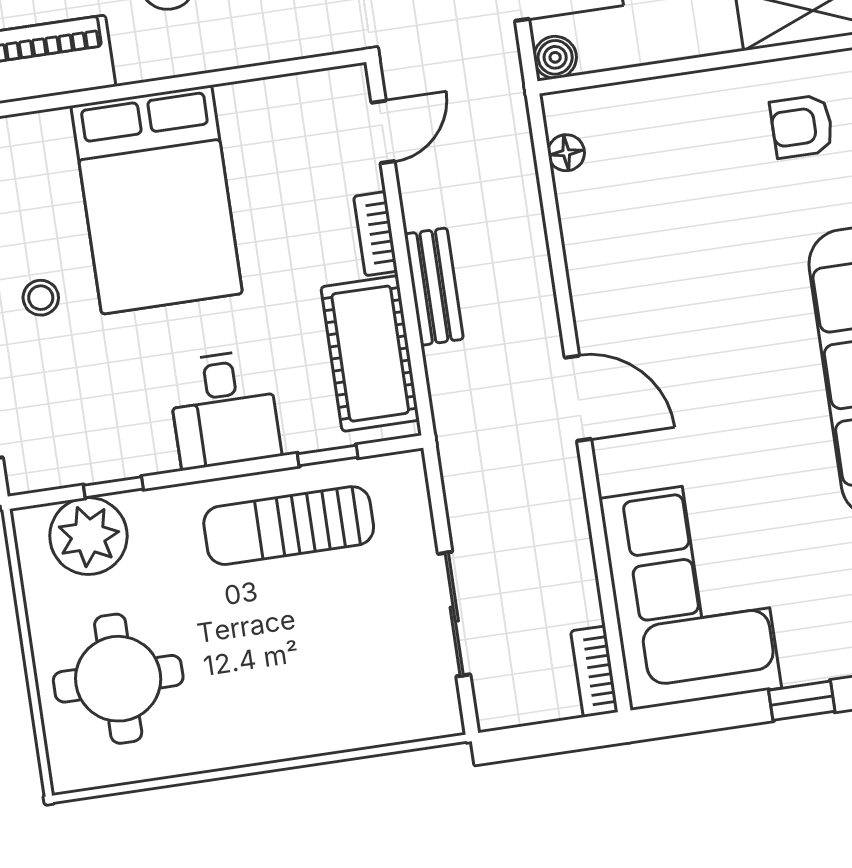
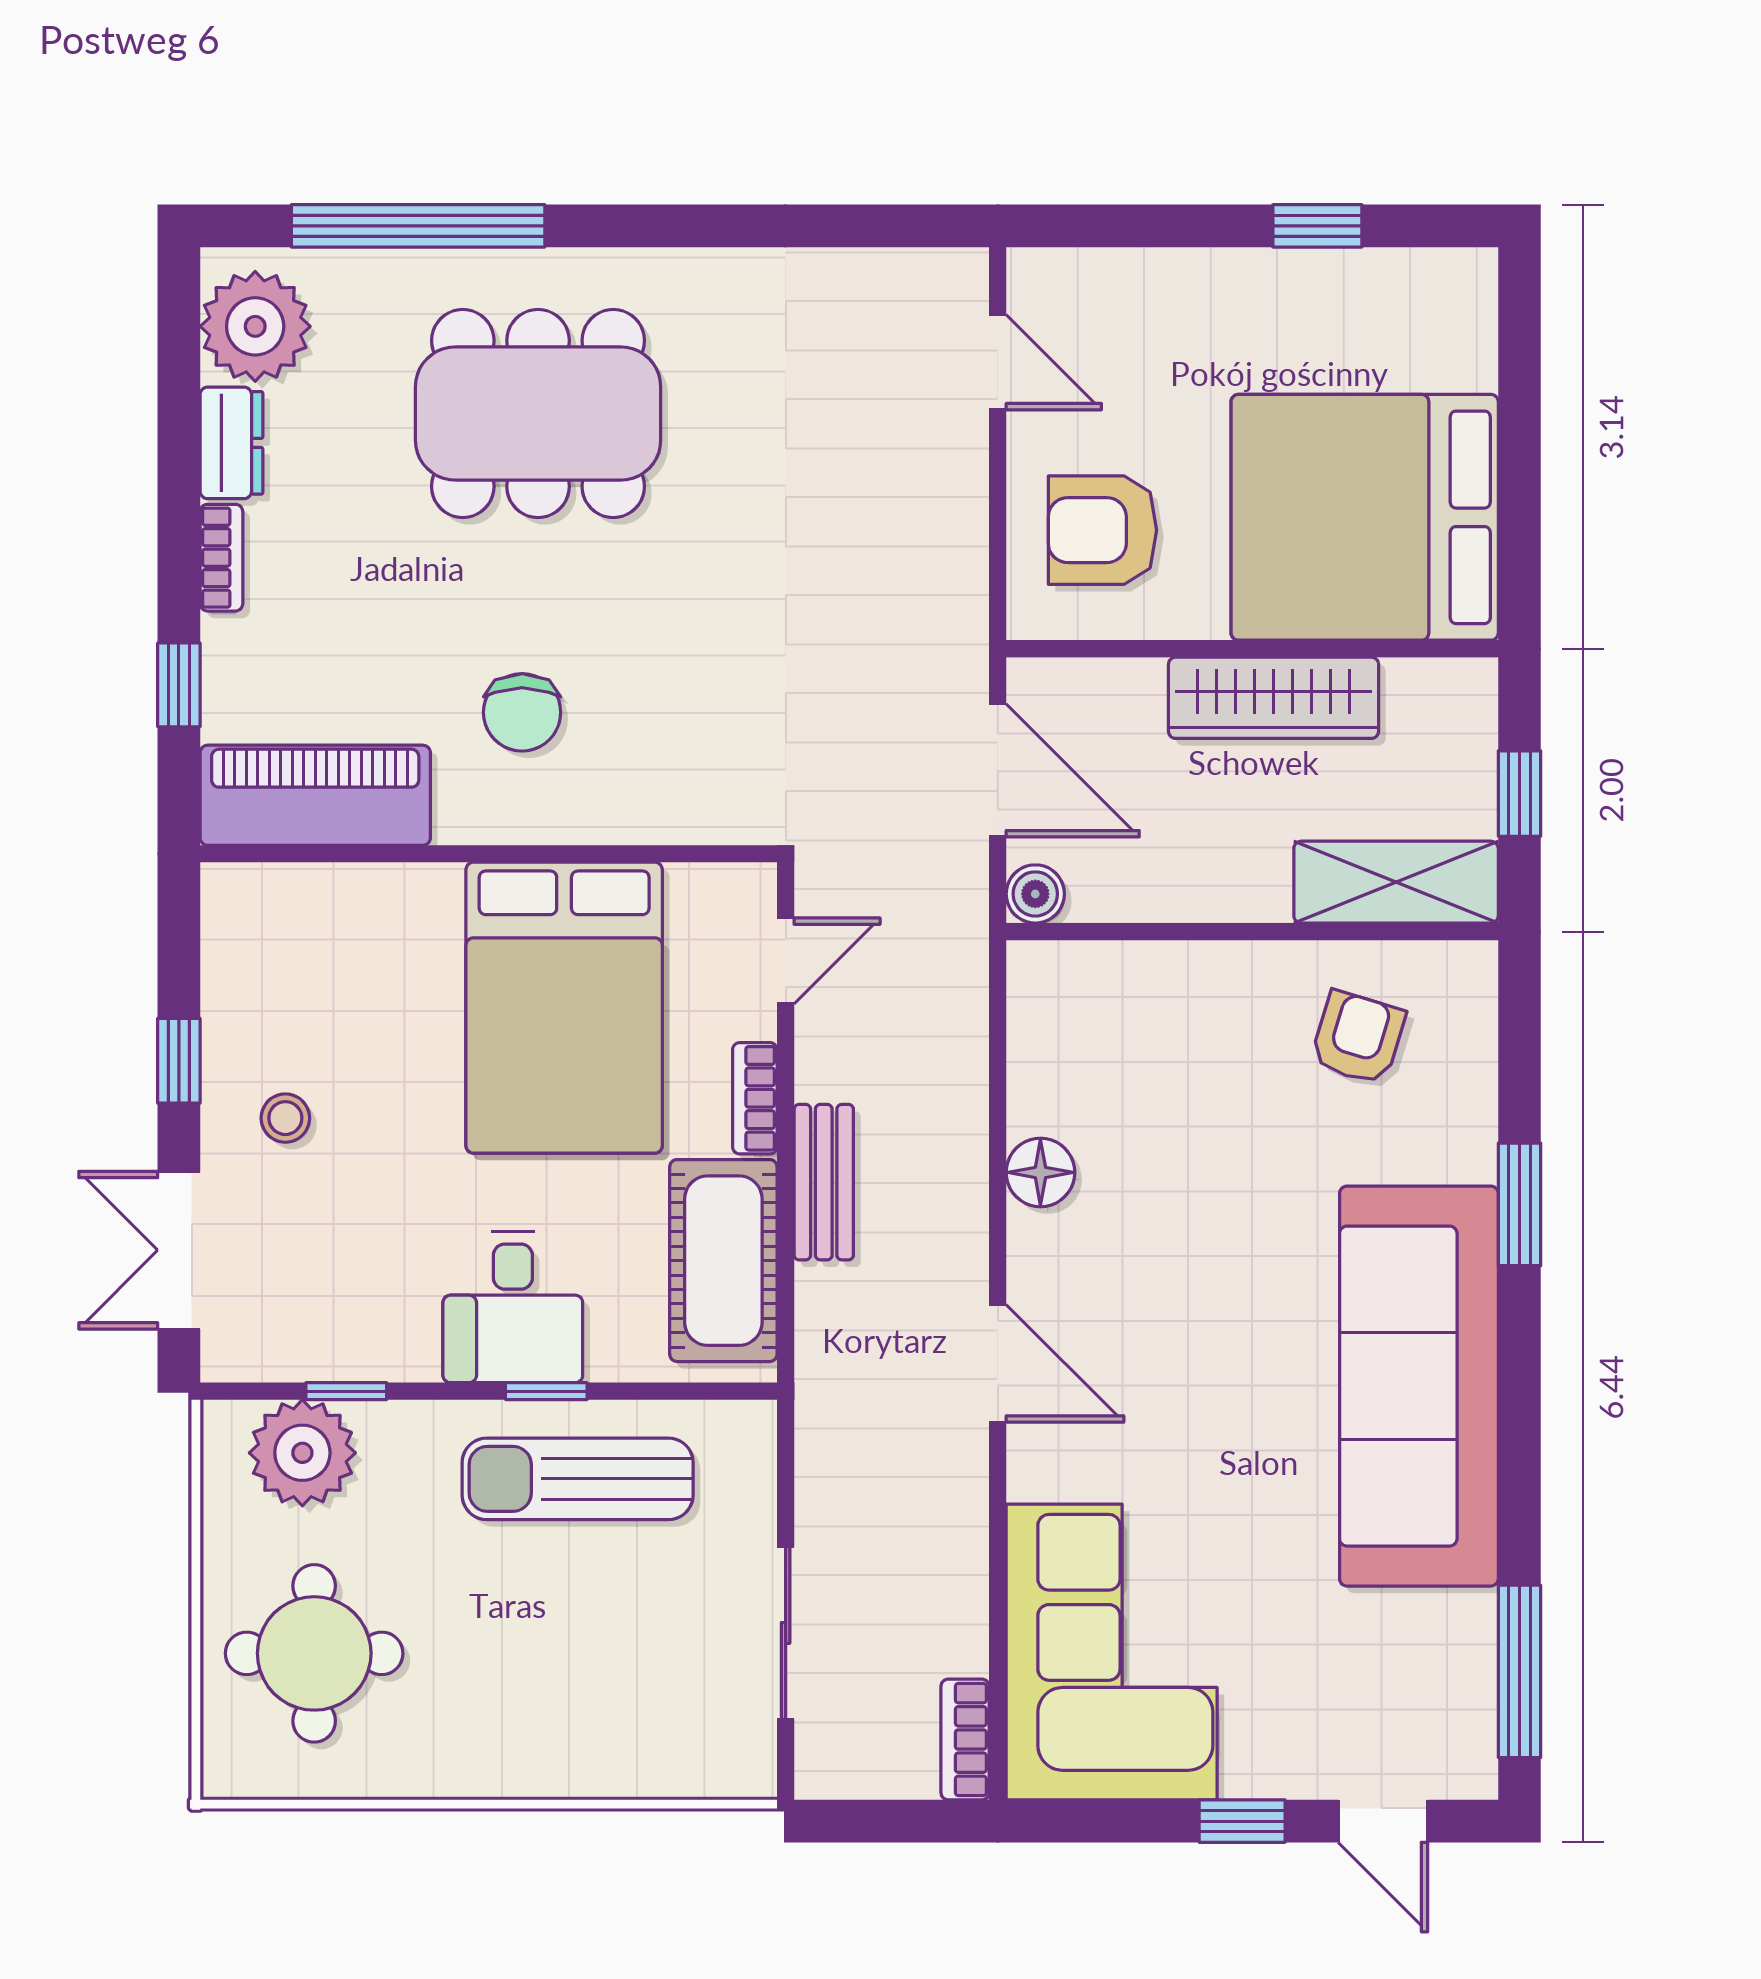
armchair: (802, 126) -> (1358, 1038), turned 107
floor lamp: (566, 153) -> (1040, 1172), moved, width x1.37, depth x1.37
bed: (157, 200) -> (564, 1008), moved
window: (328, 456) -> (546, 1391), moved

